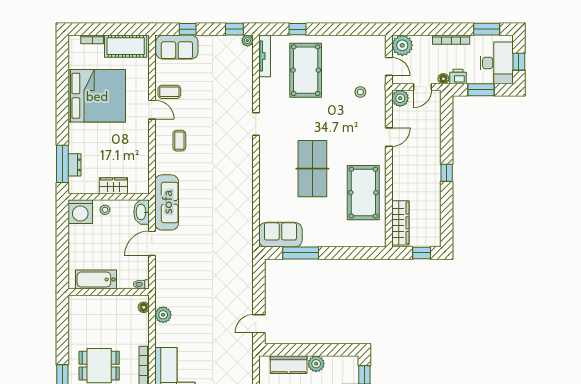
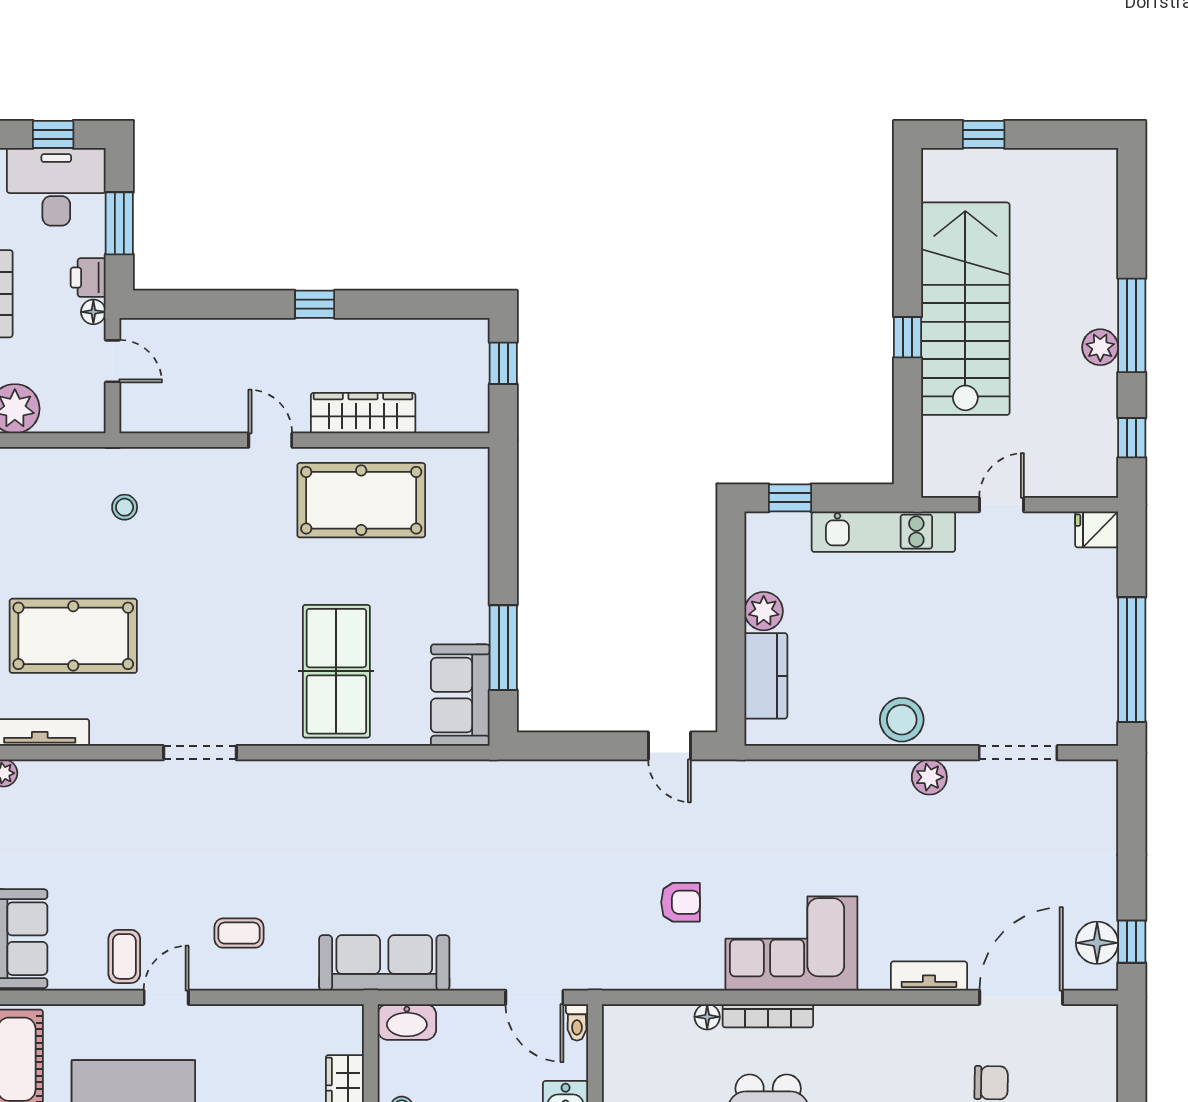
door: (389, 66) -> (64, 440), removed
plant: (400, 98) -> (139, 413), removed
doorway: (256, 124) -> (200, 753), width x1.38
door: (389, 137) -> (270, 440), moved
table tennis table: (312, 169) -> (336, 671), moved, turned 90
wardrobe: (400, 223) -> (363, 413), moved
door: (152, 243) -> (534, 997), moved
floor lamp: (144, 307) -> (707, 1017), moved
plant: (163, 315) -> (648, 971), removed
armchair: (192, 328) -> (680, 902), added

